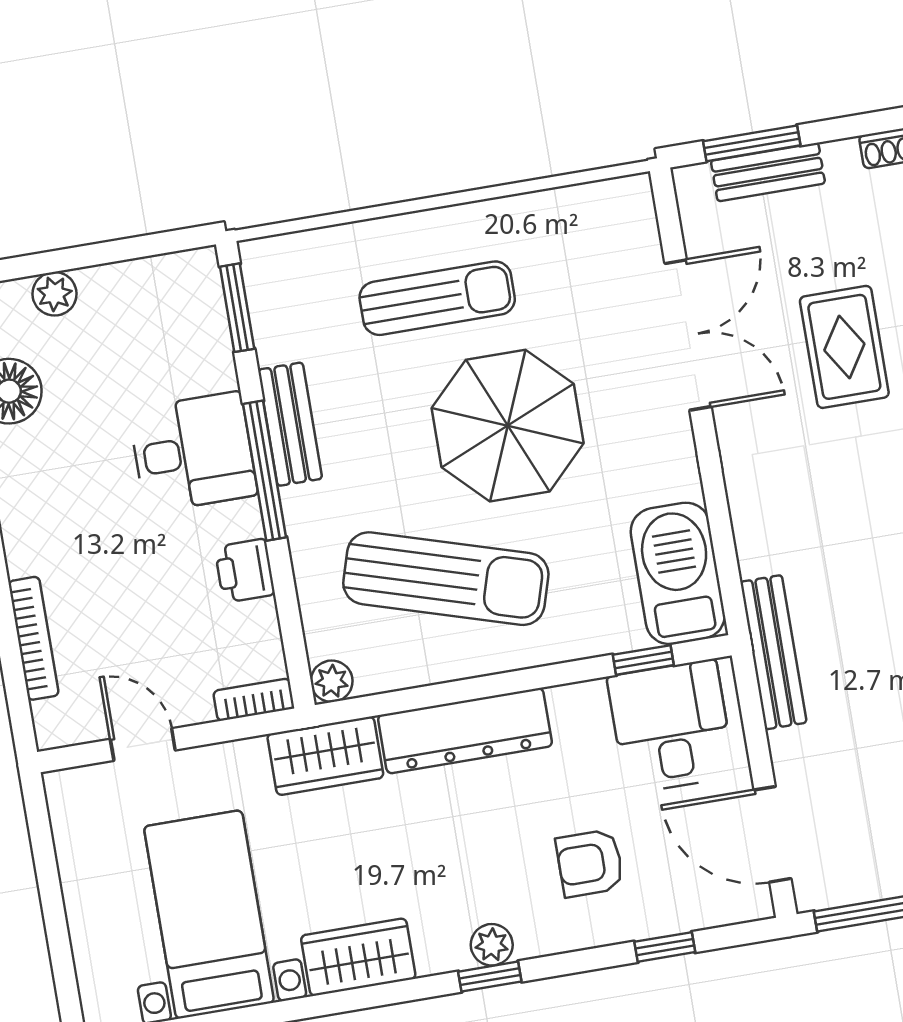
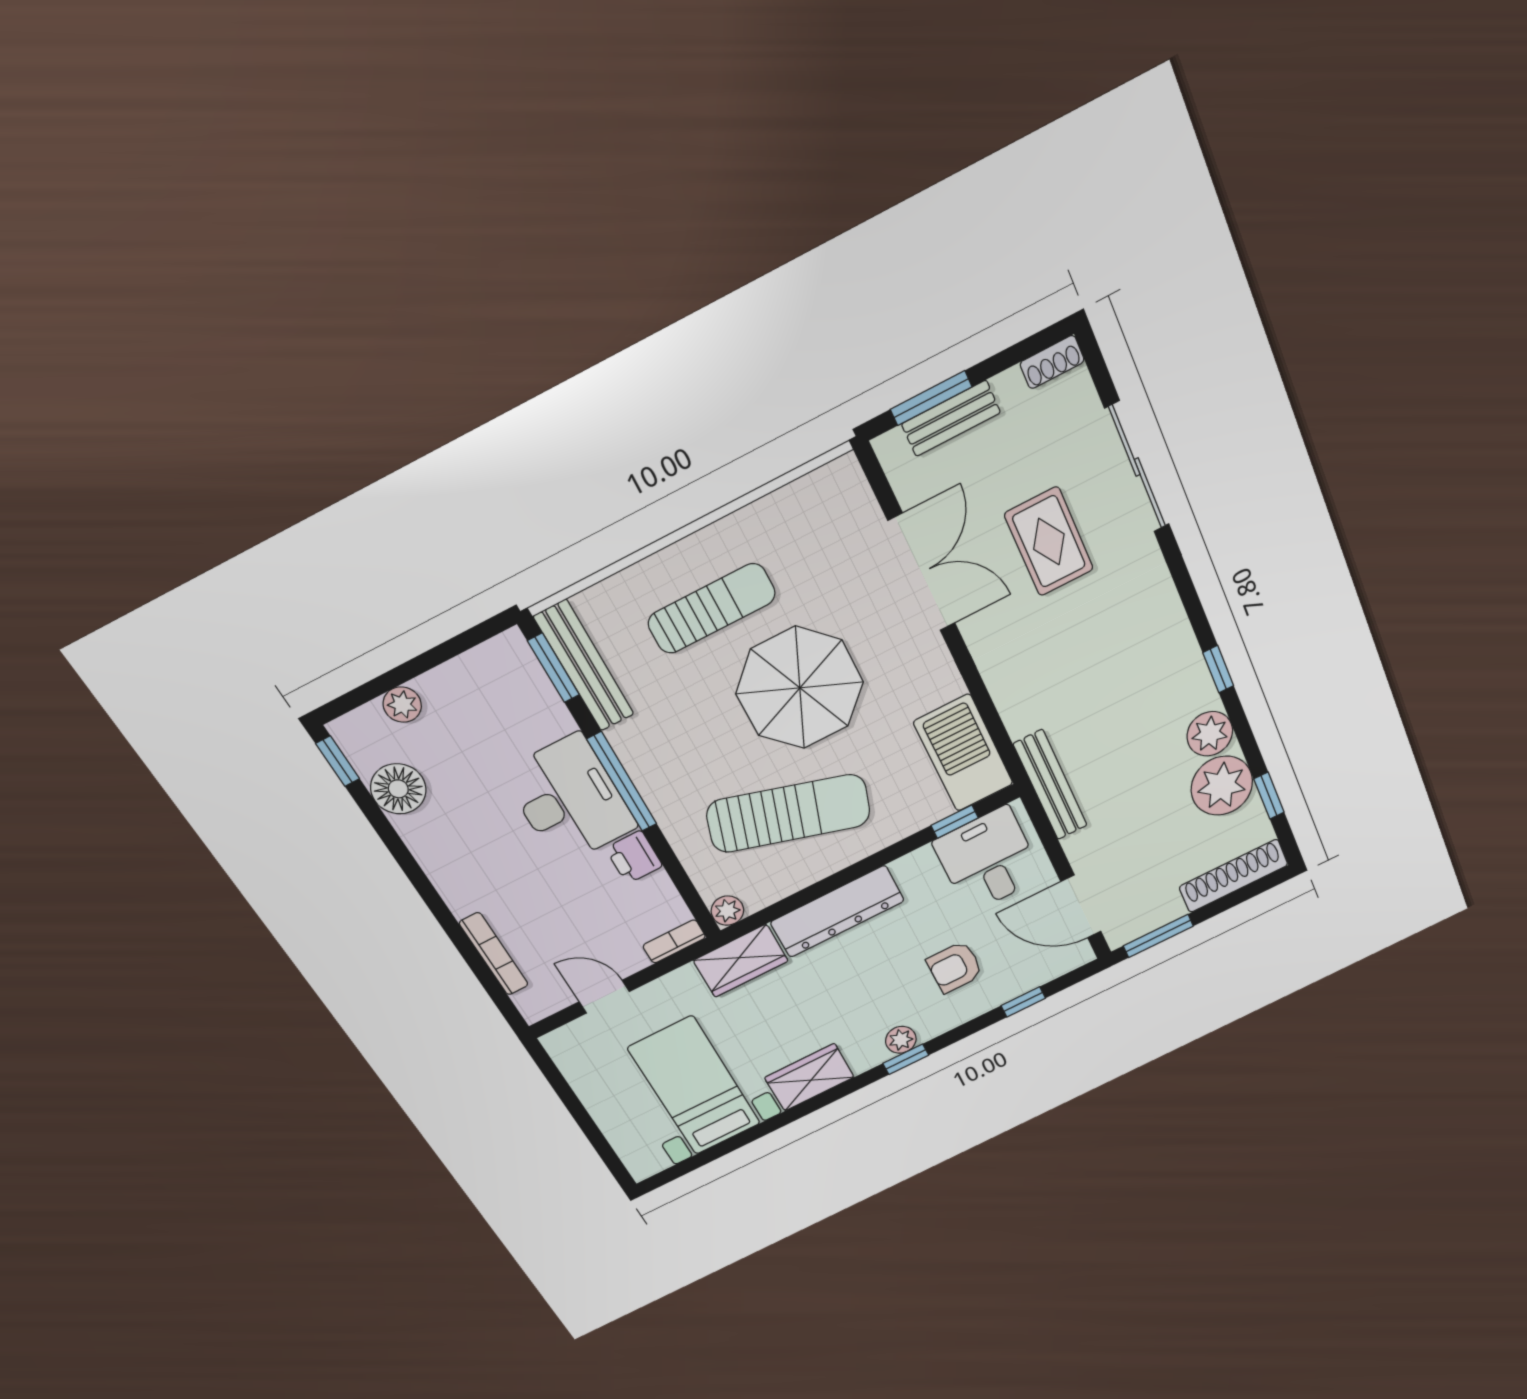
bench: (290, 424) -> (584, 666), moved, width x1.36
desk: (193, 452) -> (569, 800), width x1.37

